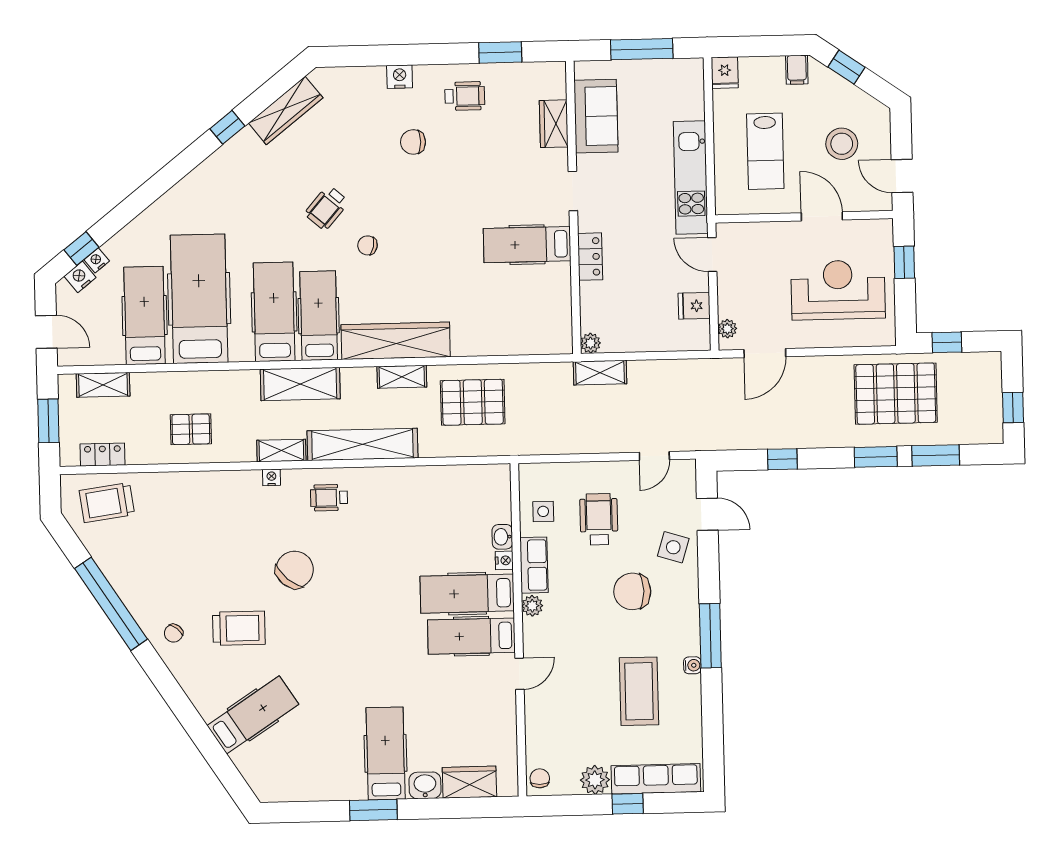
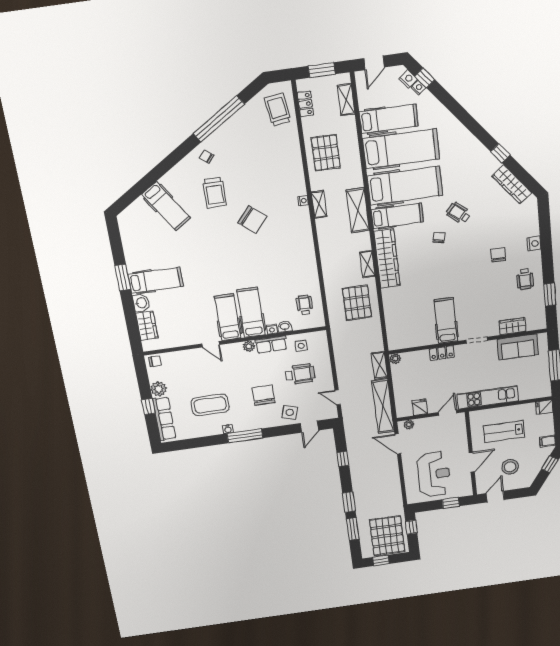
hospital bed: (274, 312) -> (405, 186), width x1.37, depth x1.29
pallet: (896, 394) -> (387, 536), moved
pallet: (191, 429) -> (326, 153), width x1.50, depth x1.42
shelving: (362, 444) -> (383, 406), moved
wheelchair: (329, 498) -> (305, 305), moved

